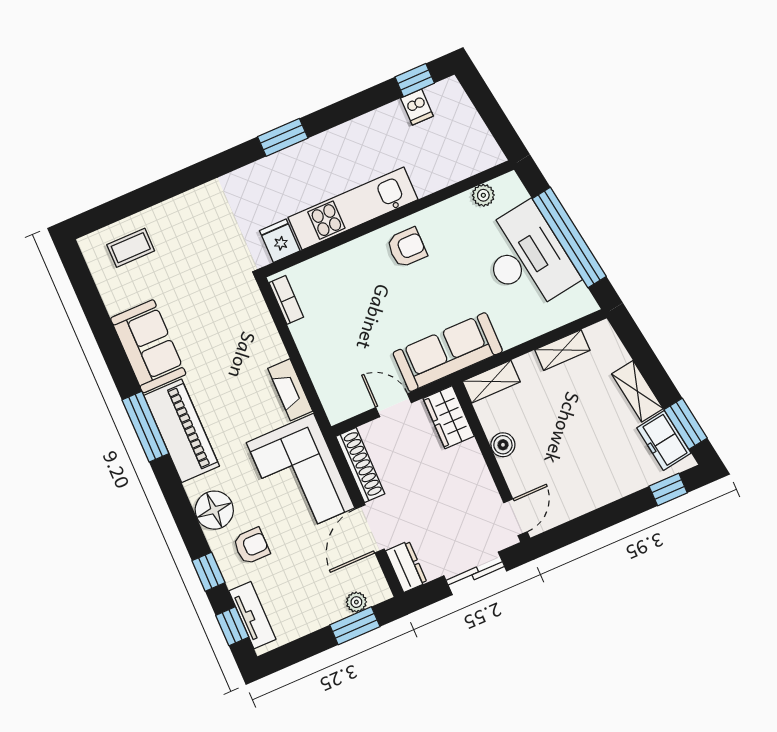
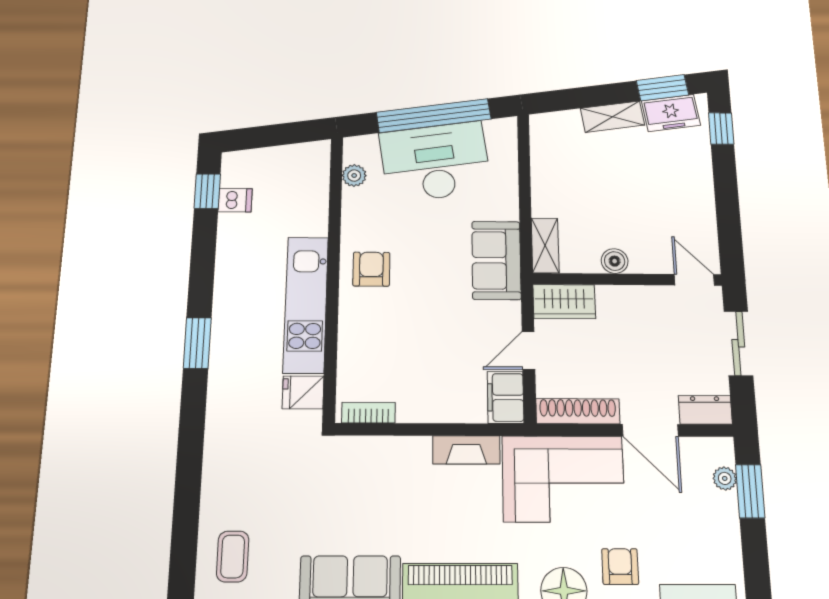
shelving: (562, 350) -> (542, 167), removed
sofa: (448, 352) -> (496, 260), width x0.73
filing cabinet: (346, 403) -> (506, 397), added

